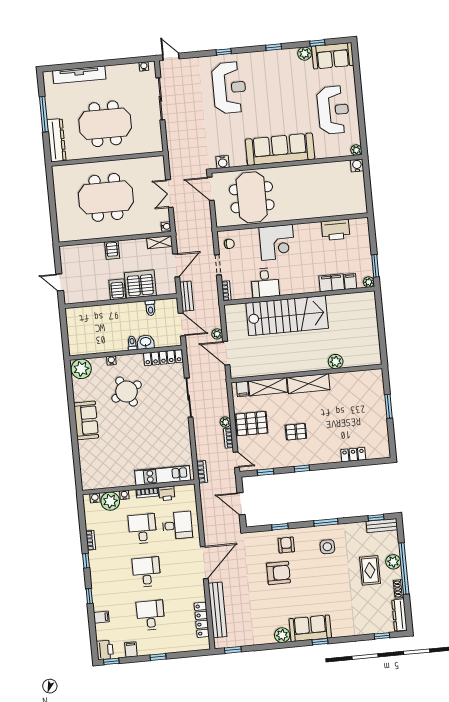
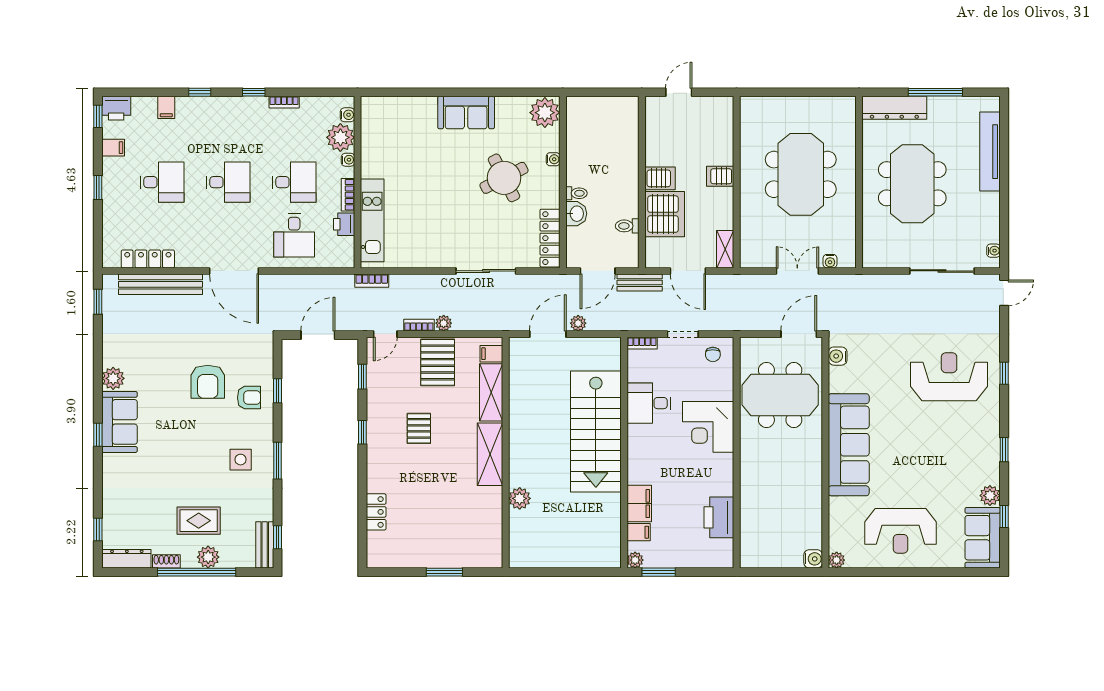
reception desk: (229, 88) -> (949, 377), turned 180
water cooler: (166, 226) -> (830, 261), moved

